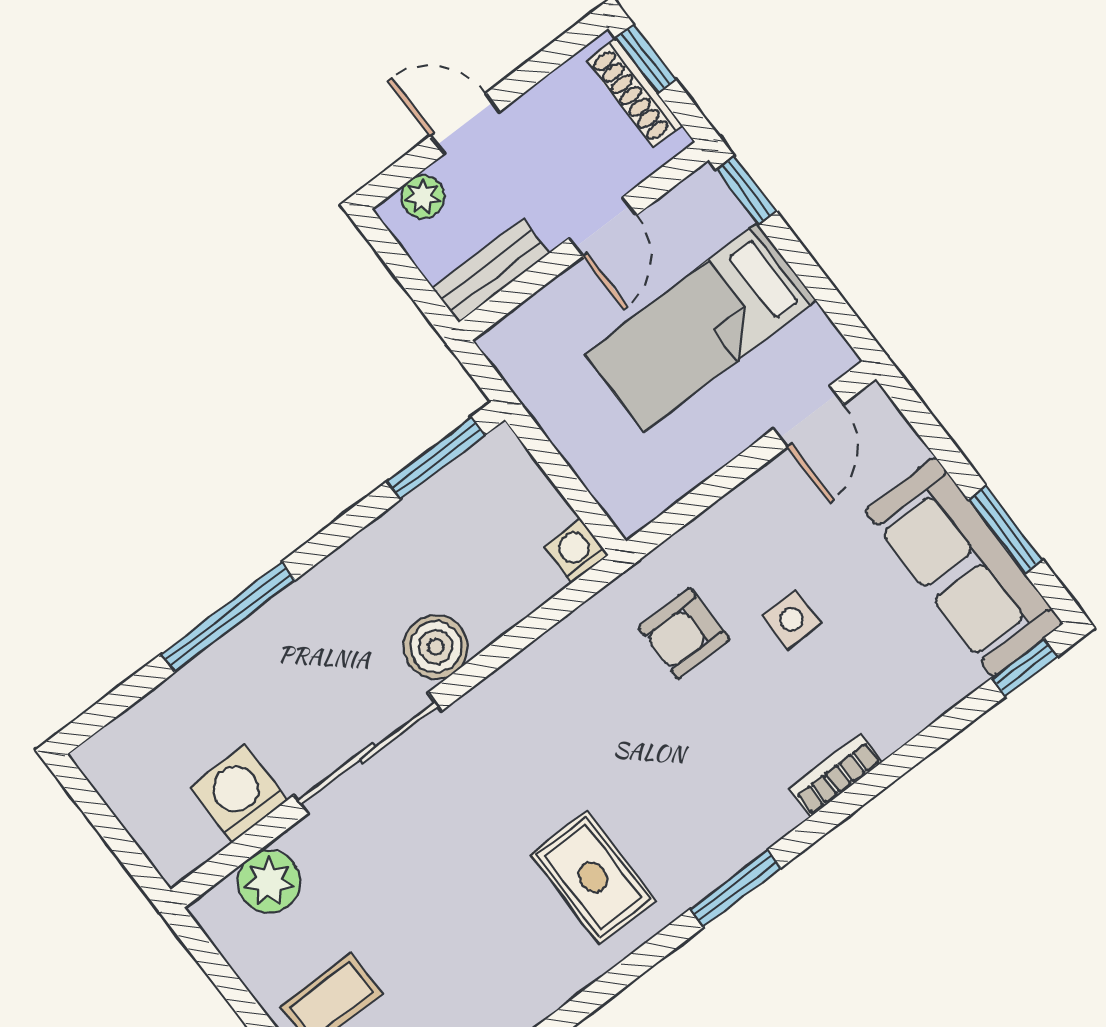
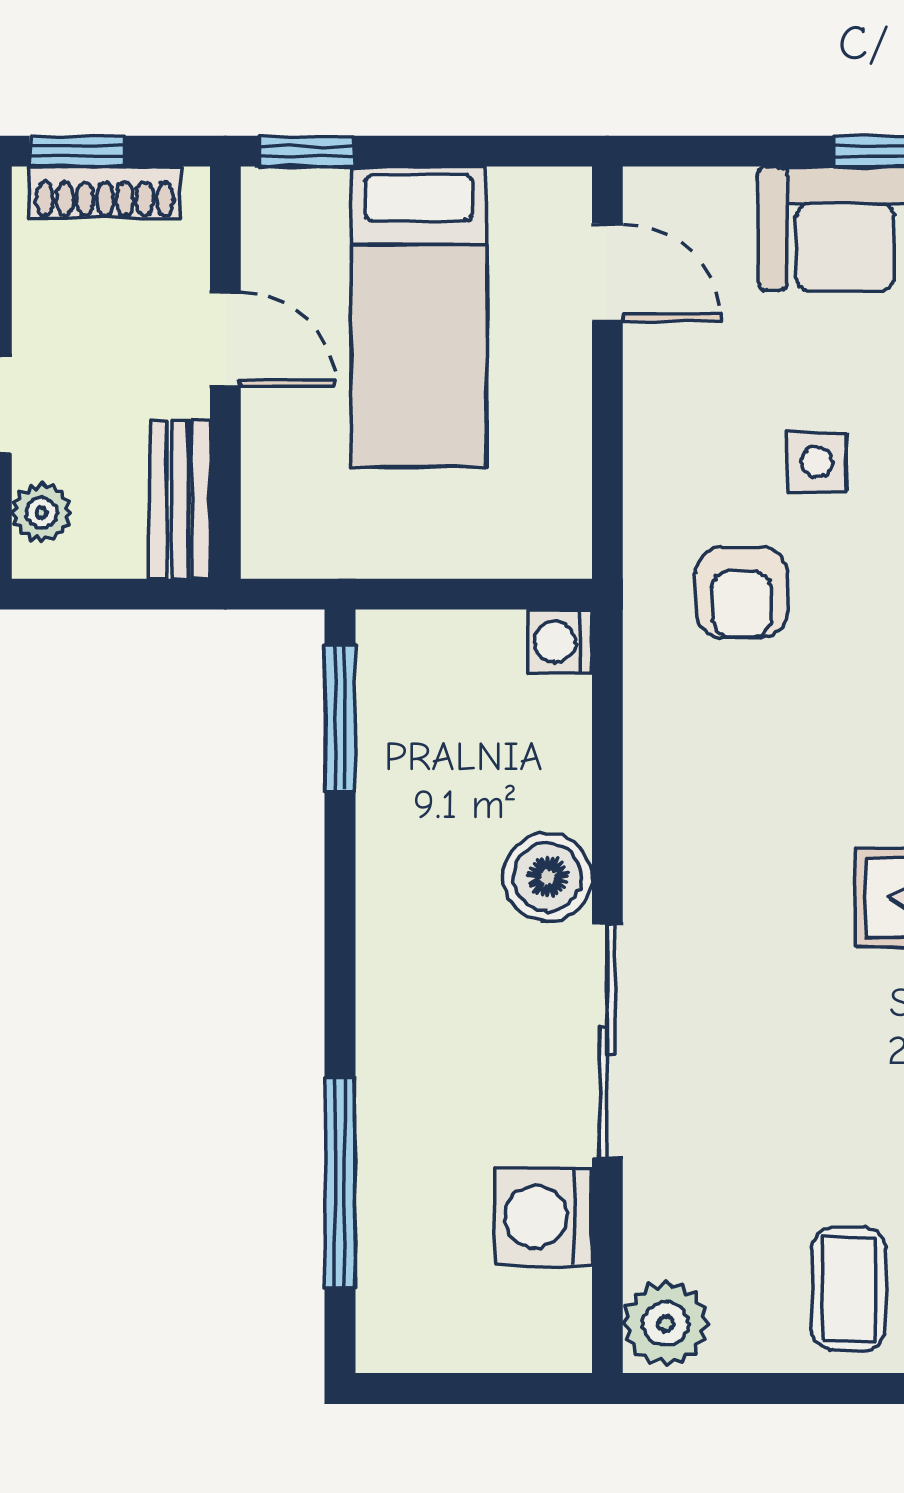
window: (228, 617) -> (340, 1182), moved
plant: (269, 882) -> (666, 1324), moved

